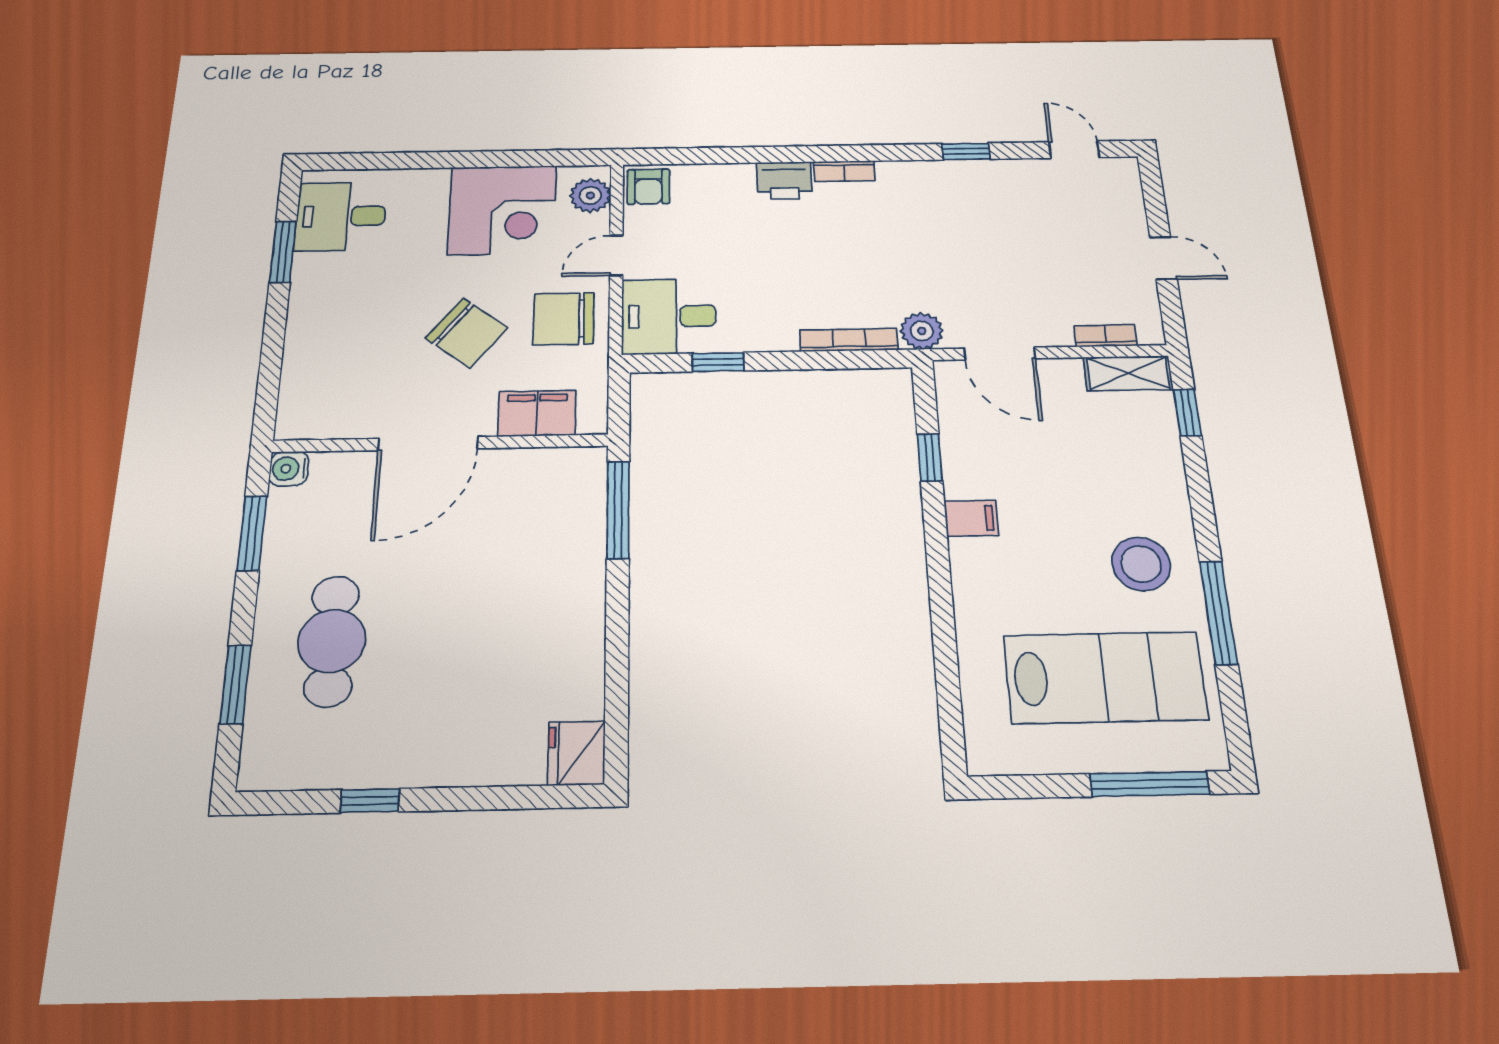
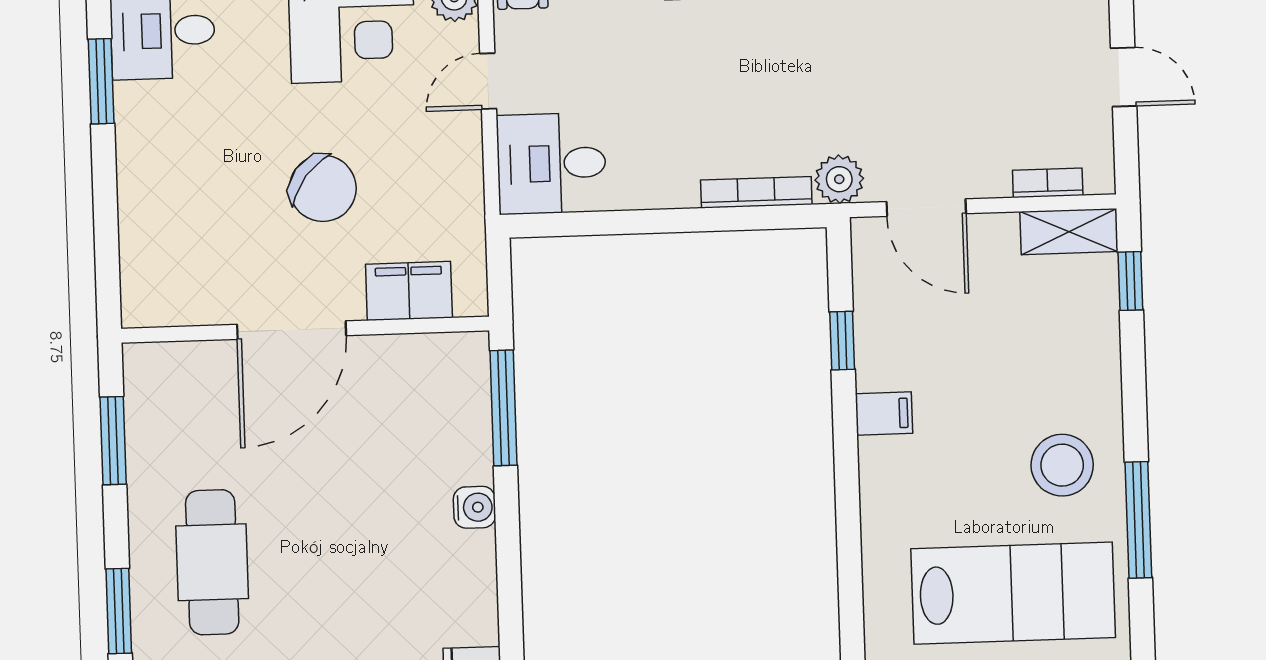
chair: (564, 319) -> (432, 168), removed
window: (718, 362) -> (608, 223), removed
water cooler: (289, 469) -> (475, 507), moved, turned 180

